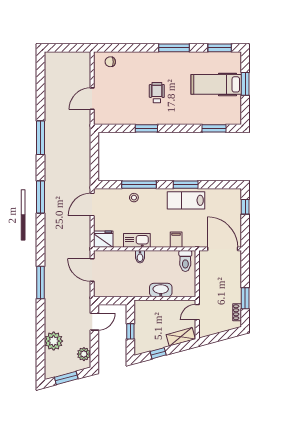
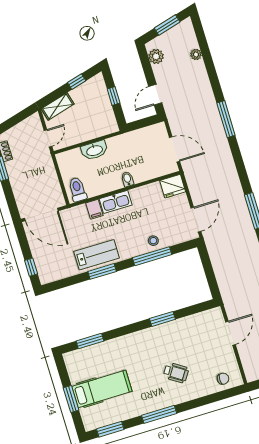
wheelchair: (157, 93) -> (176, 373), moved, turned -57
kitchen sink: (137, 240) -> (116, 202), moved
plant: (54, 341) -> (196, 54), width x0.53, depth x0.53

